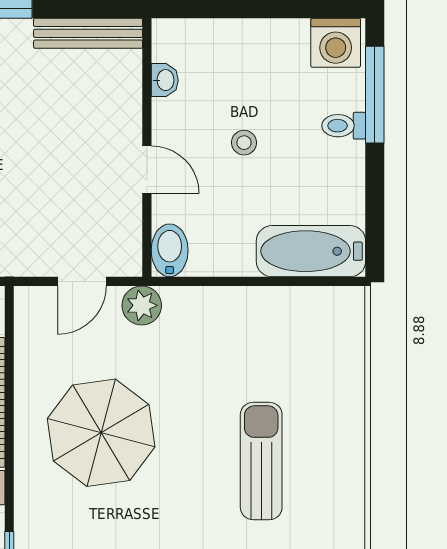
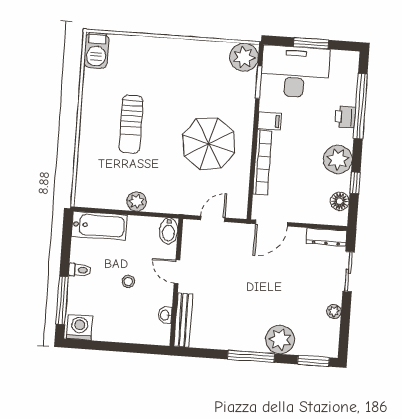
bench: (88, 33) -> (183, 320), moved, turned 90
toilet: (344, 126) -> (80, 270), moved
plant: (142, 305) -> (137, 201), moved

